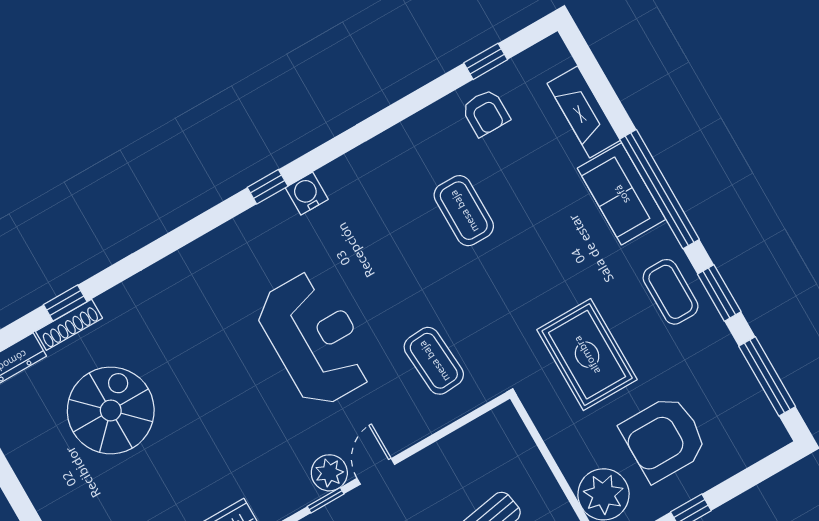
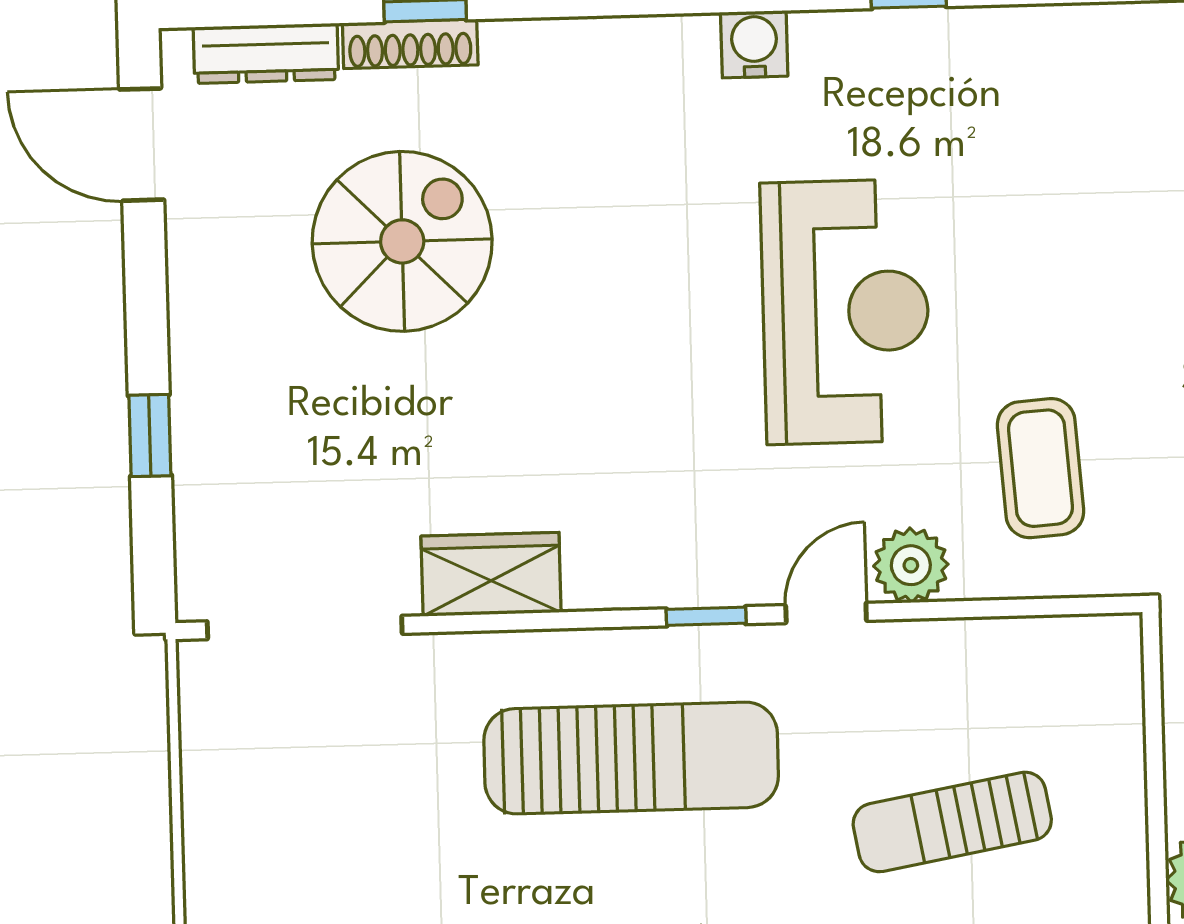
water cooler: (307, 194) -> (754, 44), moved
plant: (329, 473) -> (911, 565), moved

